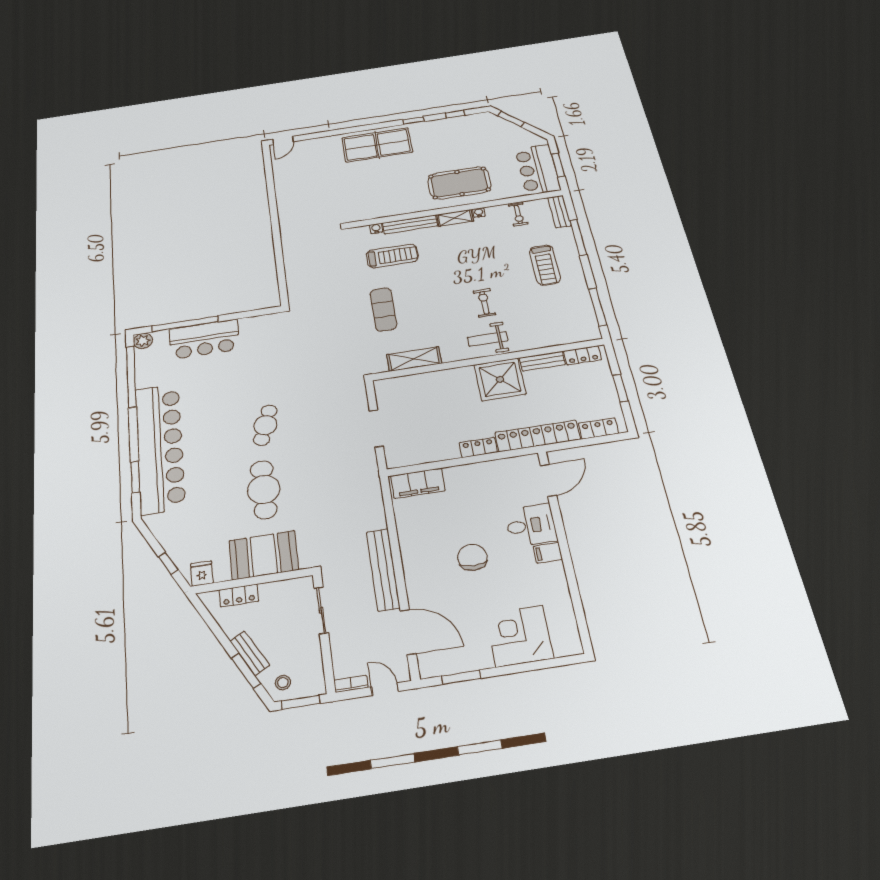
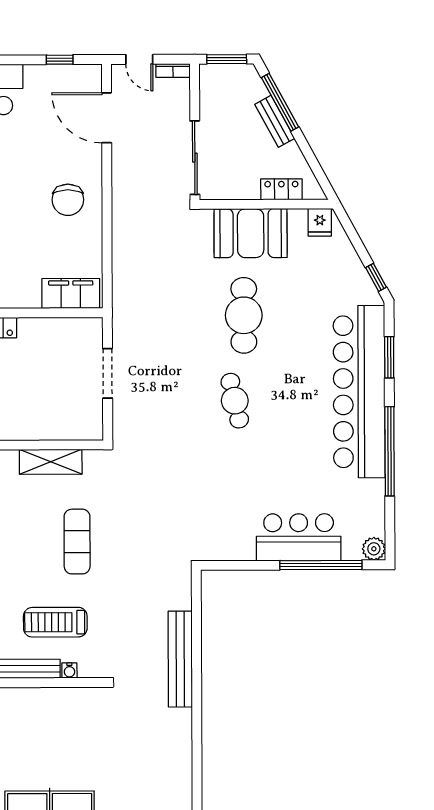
window: (131, 377) -> (390, 451), moved
cafe table: (265, 425) -> (235, 401), turned -31
chair: (472, 557) -> (68, 200), moved
window: (168, 563) -> (376, 277), moved
bench: (383, 569) -> (180, 659), moved
sliding door: (321, 610) -> (195, 158), width x1.37
window: (246, 671) -> (280, 102), width x1.44
window: (461, 677) -> (60, 60), width x0.67
stool: (283, 682) -> (243, 83), removed

